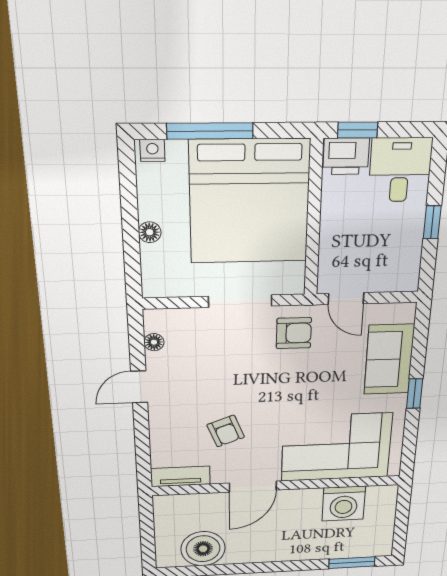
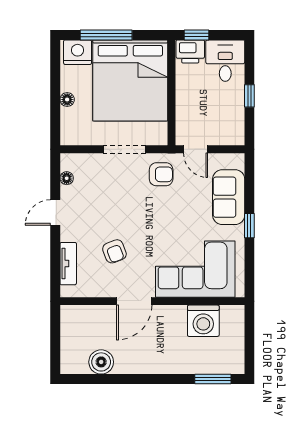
nightstand: (152, 150) -> (78, 52), width x1.89, depth x1.79
tv unit: (180, 476) -> (68, 264), moved, turned 90
boiler: (203, 549) -> (101, 362), width x0.73, depth x0.73

